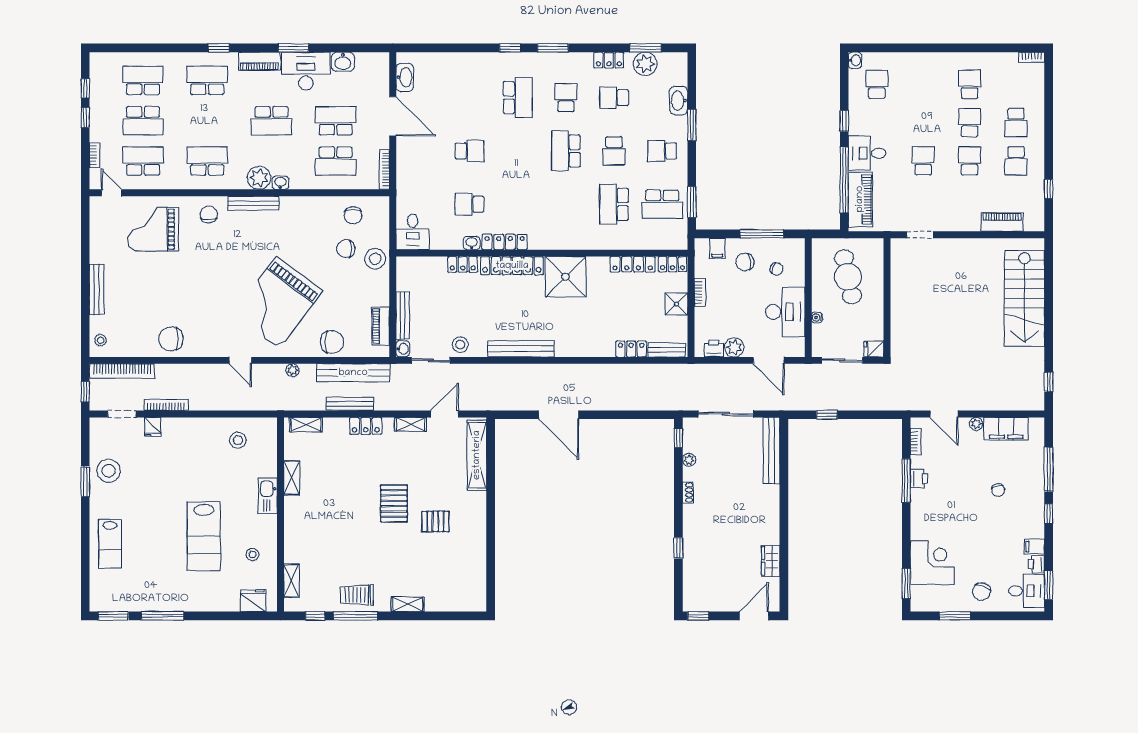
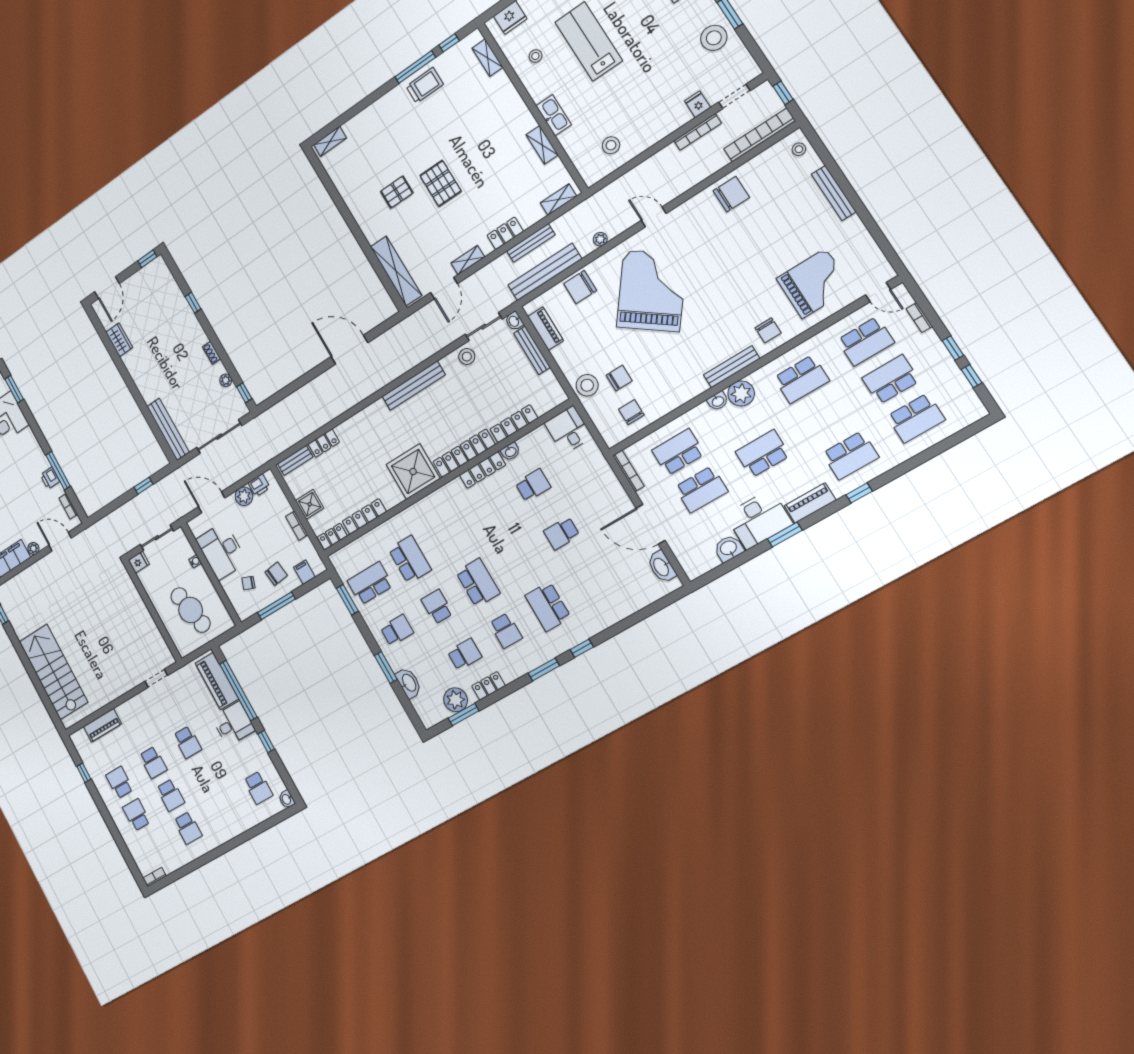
locker: (463, 264) -> (514, 424), width x1.53
shelving: (408, 604) -> (330, 141), moved

